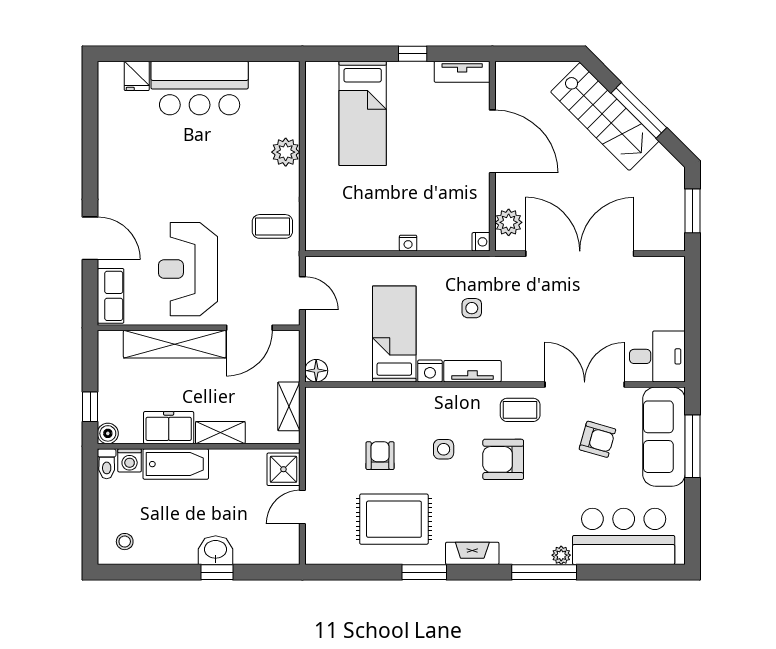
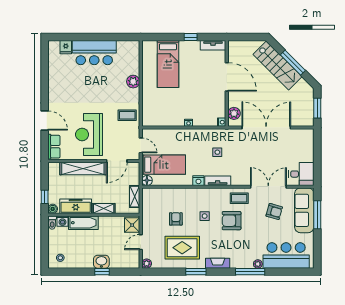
bed: (394, 334) -> (164, 165), moved, turned 90
freezer: (169, 428) -> (76, 206), width x1.40
plant: (315, 554) -> (147, 264), added

